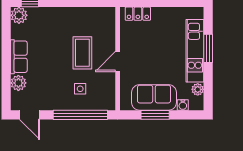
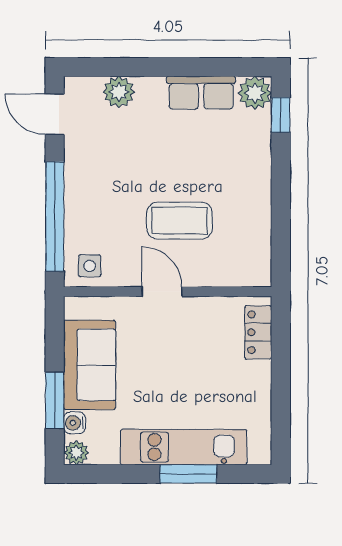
row of seats: (19, 57) -> (201, 93), moved
side table: (80, 89) -> (90, 266), moved
plant: (198, 89) -> (76, 453), moved
door: (30, 115) -> (55, 114), hinge flipped
window: (155, 115) -> (55, 400), moved

